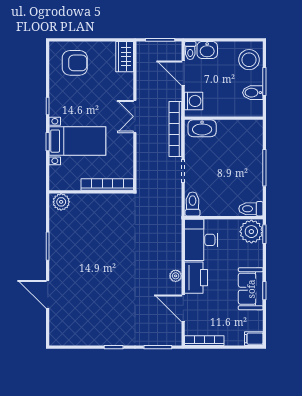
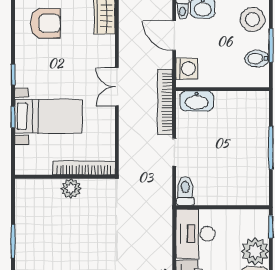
plant: (61, 202) -> (71, 189), moved
toilet: (251, 209) -> (255, 197), removed
plant: (251, 232) -> (255, 251), moved

